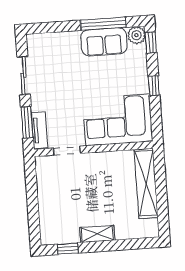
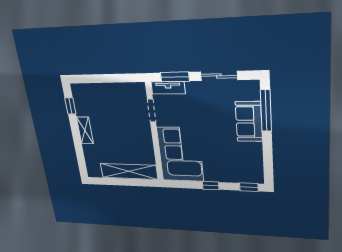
window: (103, 24) -> (266, 111), moved
plant: (136, 35) -> (256, 176), removed
sofa: (104, 42) -> (249, 122), moved

